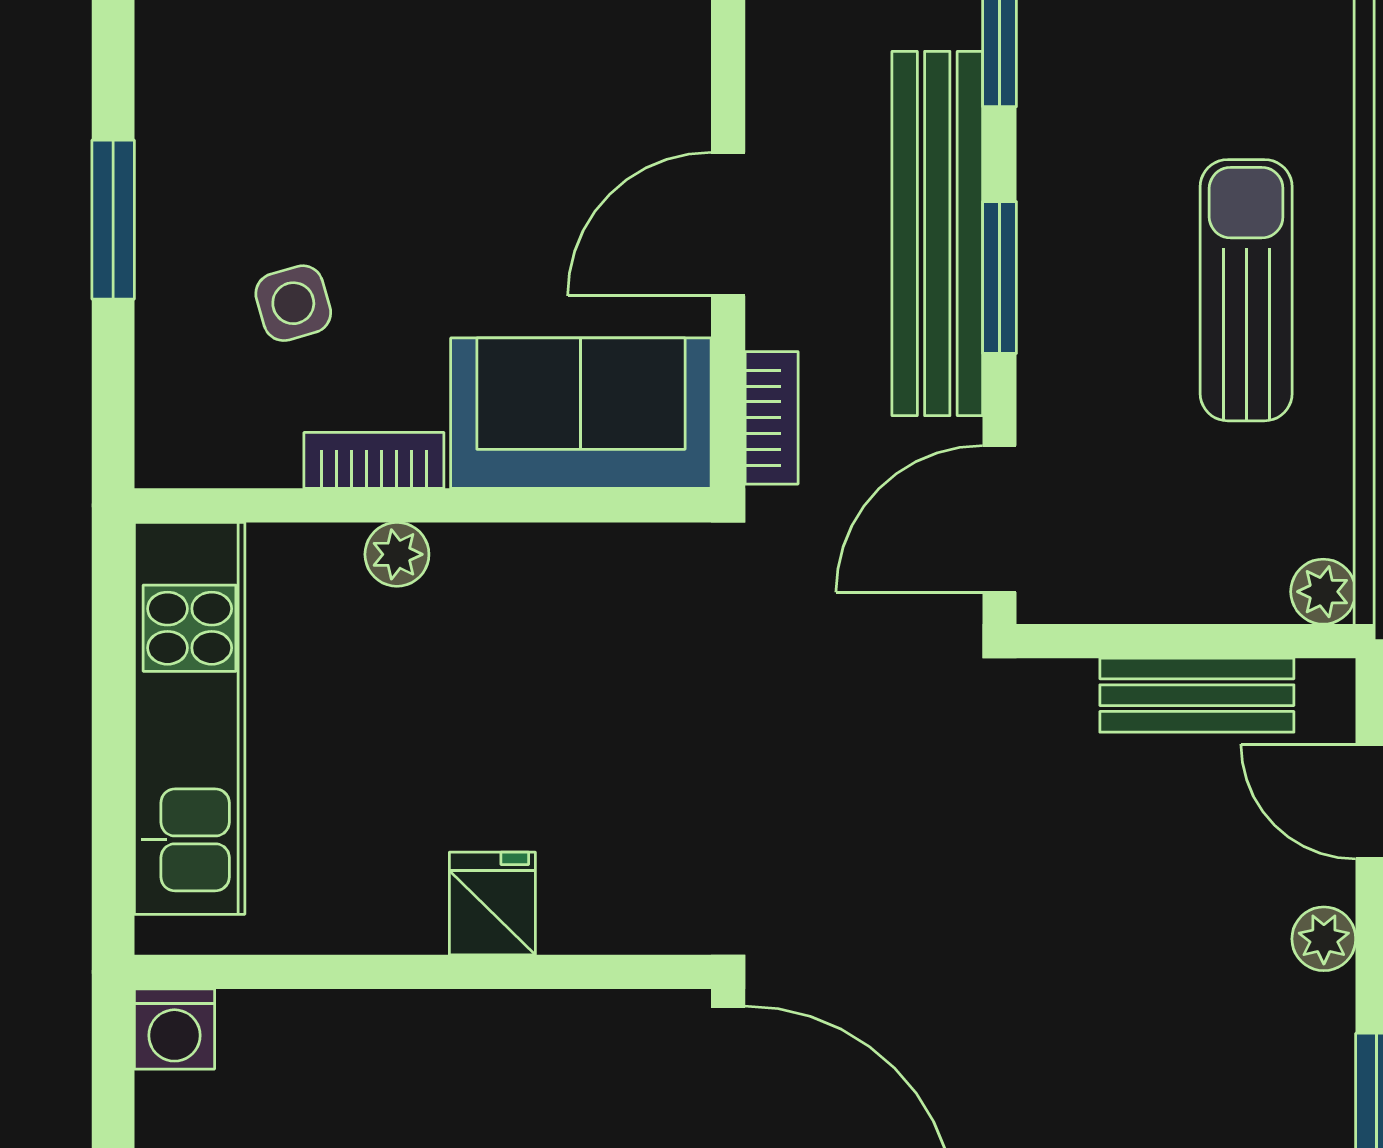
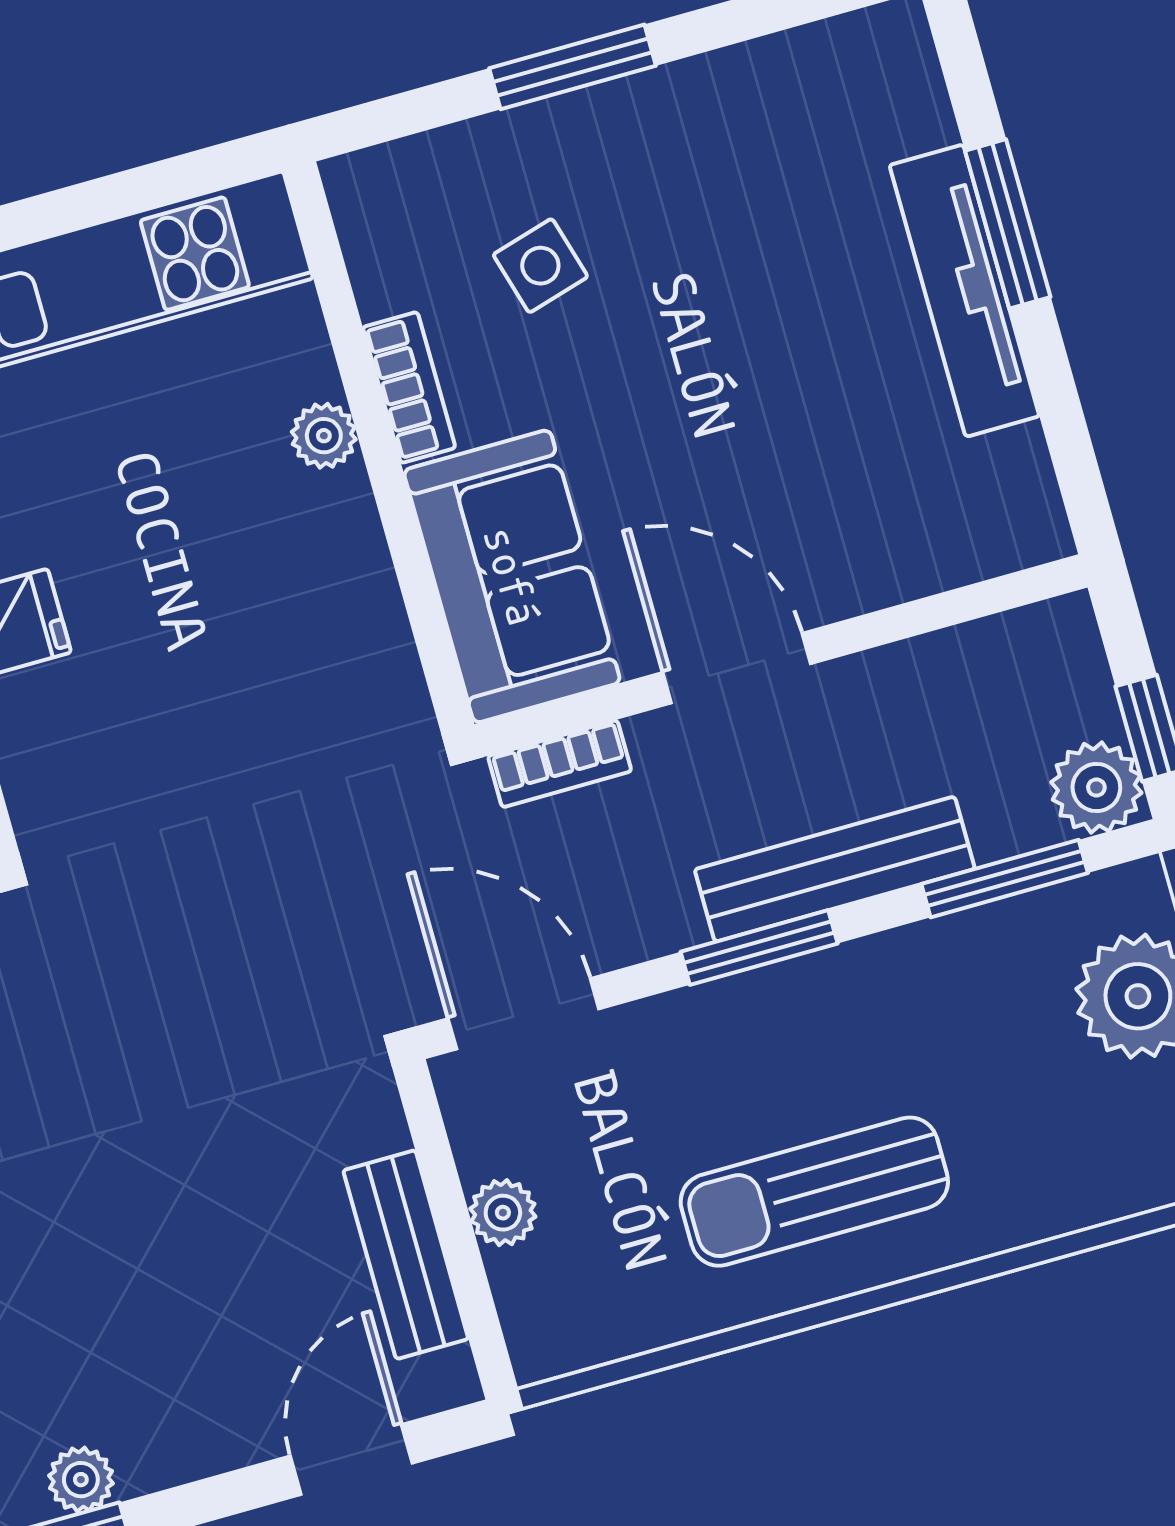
bench: (937, 234) -> (835, 869), width x0.73, depth x0.82
sun lounger: (1246, 290) -> (814, 1192), turned 180
plant: (1323, 592) -> (503, 1213), moved
plant: (1324, 939) -> (81, 1480), moved

